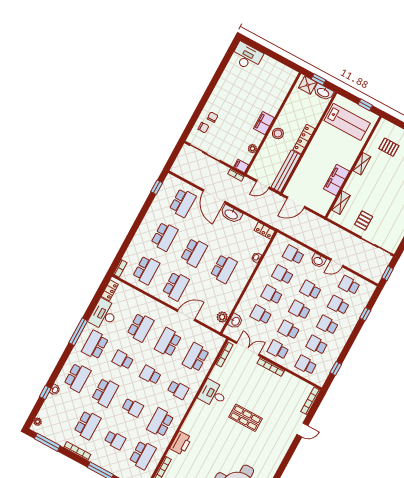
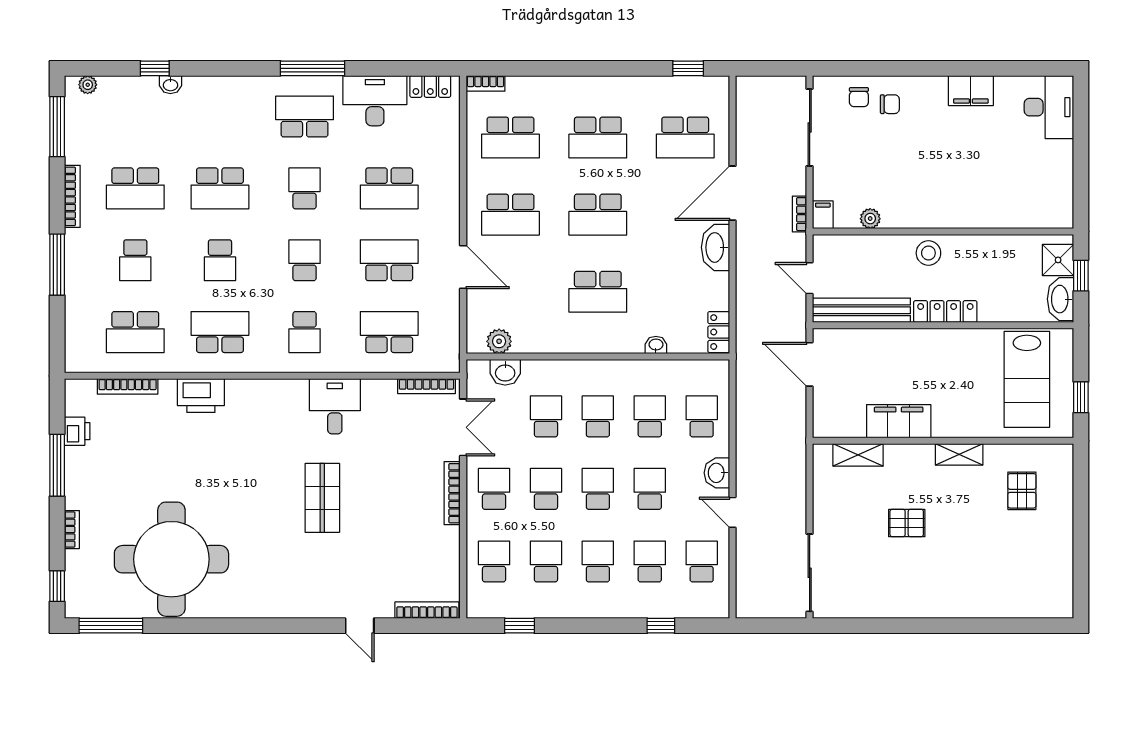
filing cabinet: (264, 123) -> (971, 91), moved, turned 180
pallet: (364, 221) -> (907, 523), moved
window: (388, 273) -> (767, 626), removed
school desk: (77, 377) -> (220, 116), removed

